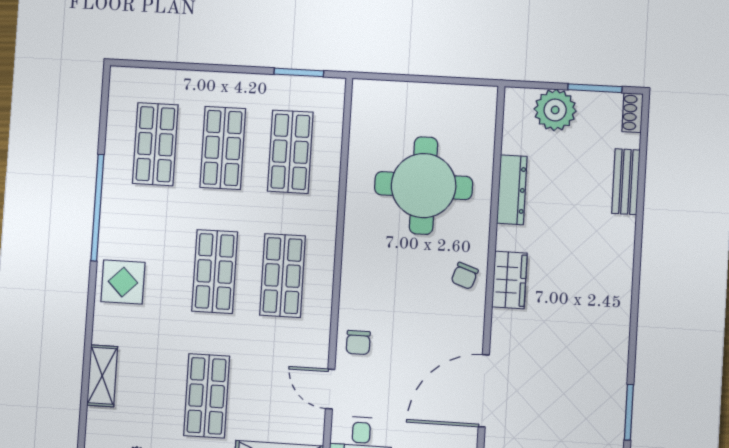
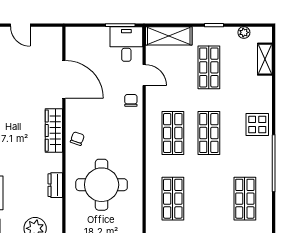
shop shelf: (223, 148) -> (209, 199), removed
dresser: (512, 190) -> (55, 185), width x0.70
wardrobe: (509, 280) -> (54, 131), width x1.50
shelving: (102, 376) -> (265, 59), moved
door: (484, 391) -> (64, 79), hinge flipped

